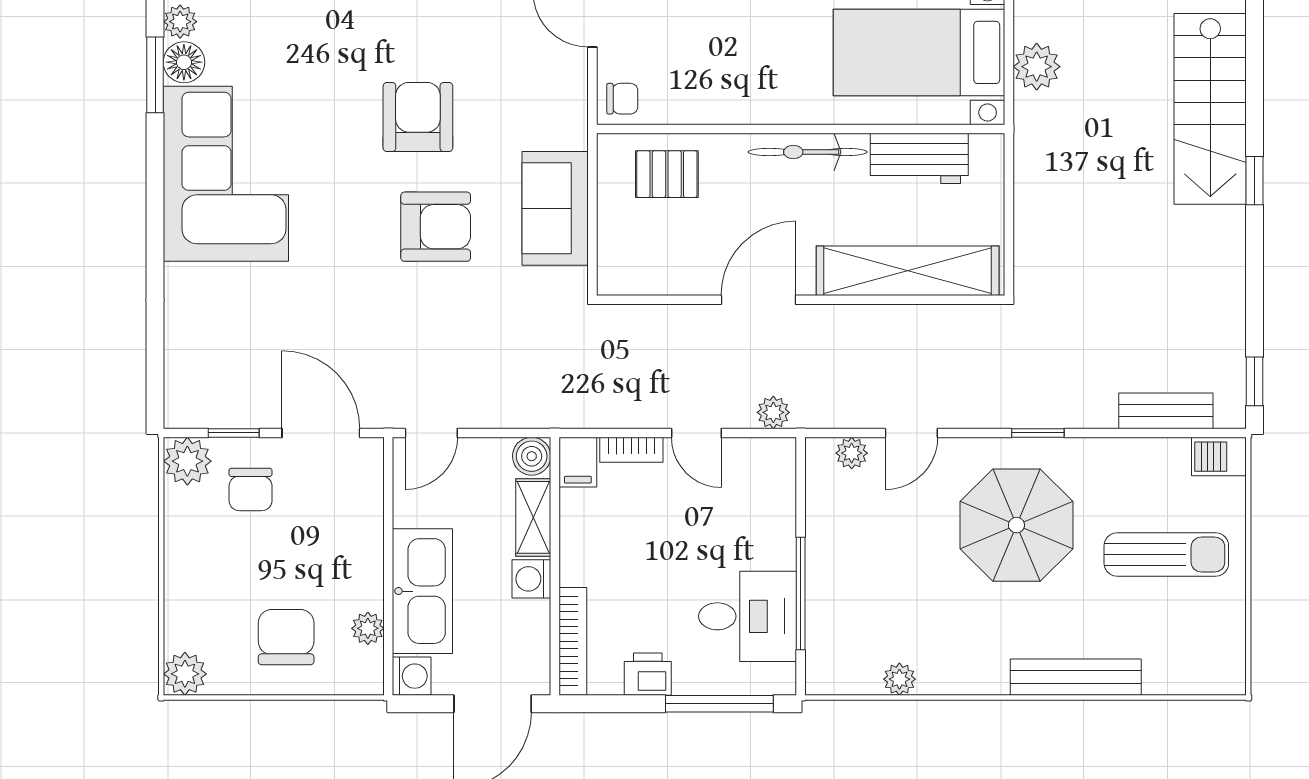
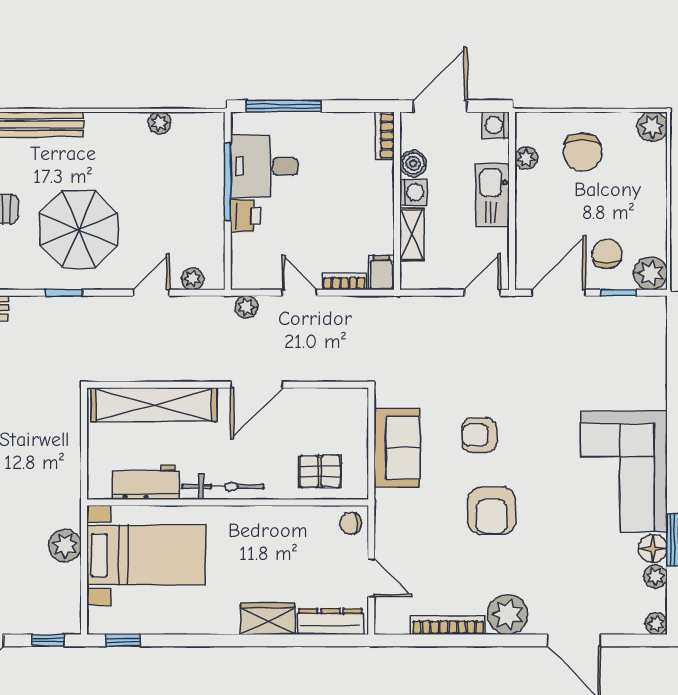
armchair: (436, 227) -> (479, 435), width x0.72, depth x0.72
door: (321, 433) -> (558, 293), swing flipped
boiler: (532, 456) -> (413, 163), moved
kitchen sink: (422, 591) -> (492, 195), width x0.73, depth x0.81
bookcase: (573, 641) -> (385, 136), width x0.64
printer: (648, 674) -> (245, 216), moved, turned -90

